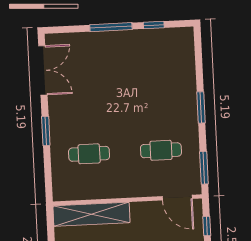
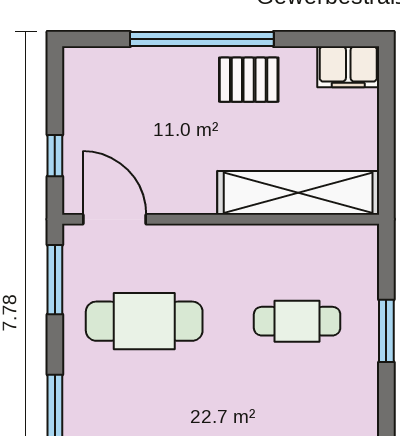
window: (46, 131) -> (386, 331), moved
cafe table: (161, 150) -> (144, 321), width x1.37, depth x1.35

